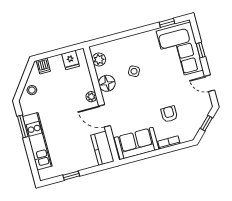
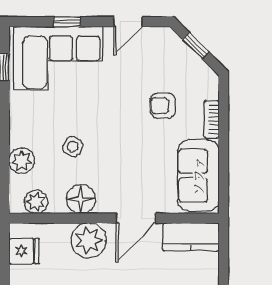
plant: (119, 46) -> (22, 161), added
plant: (91, 97) -> (89, 240), width x1.88, depth x1.88

